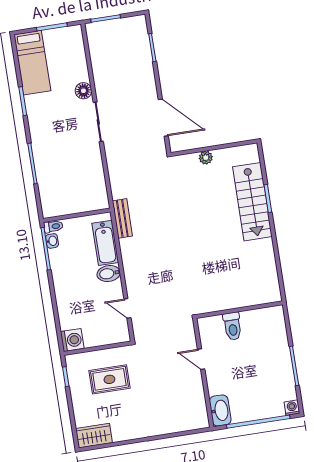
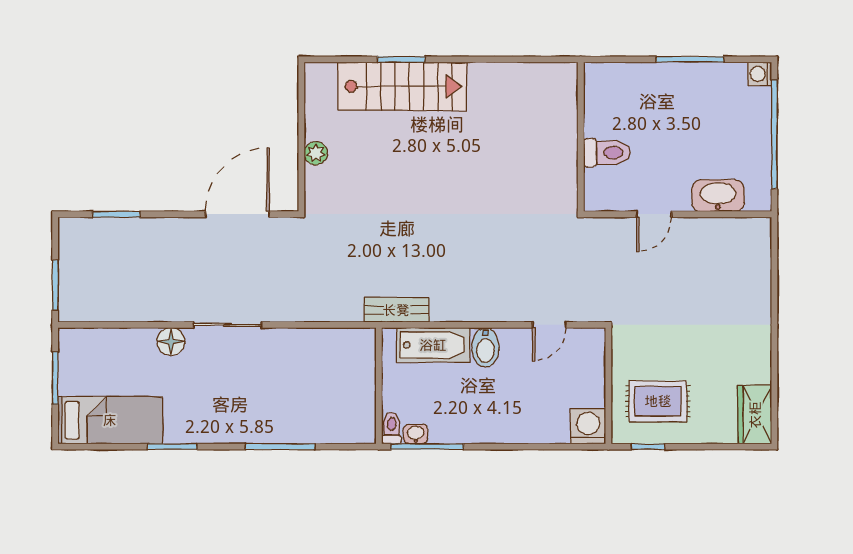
rug: (109, 379) -> (658, 401), moved, turned 90
washbasin: (220, 410) -> (718, 196), moved

